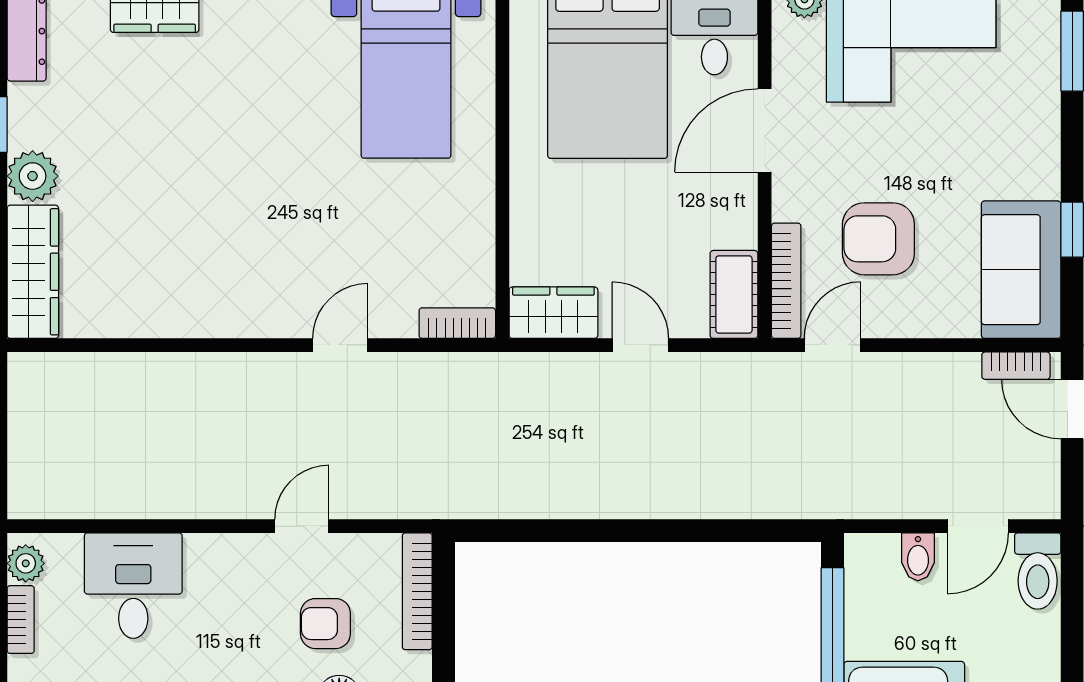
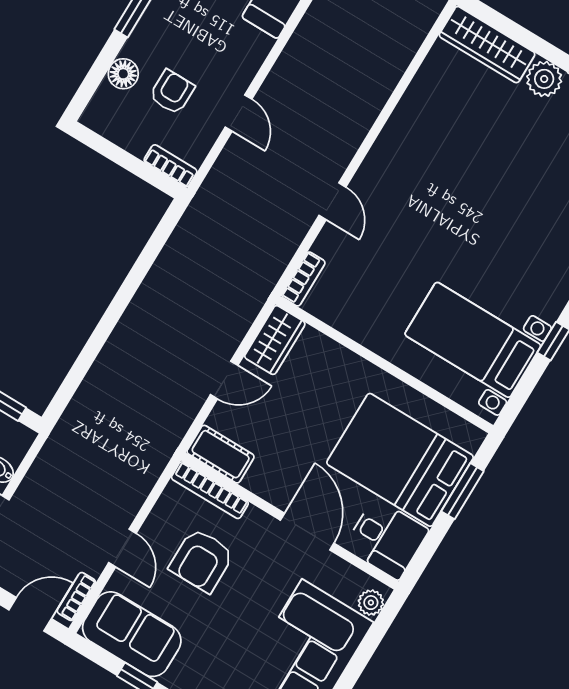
armchair: (878, 239) -> (202, 560), turned 180
door: (833, 345) -> (122, 548), moved
bookcase: (417, 591) -> (171, 166), width x0.64

